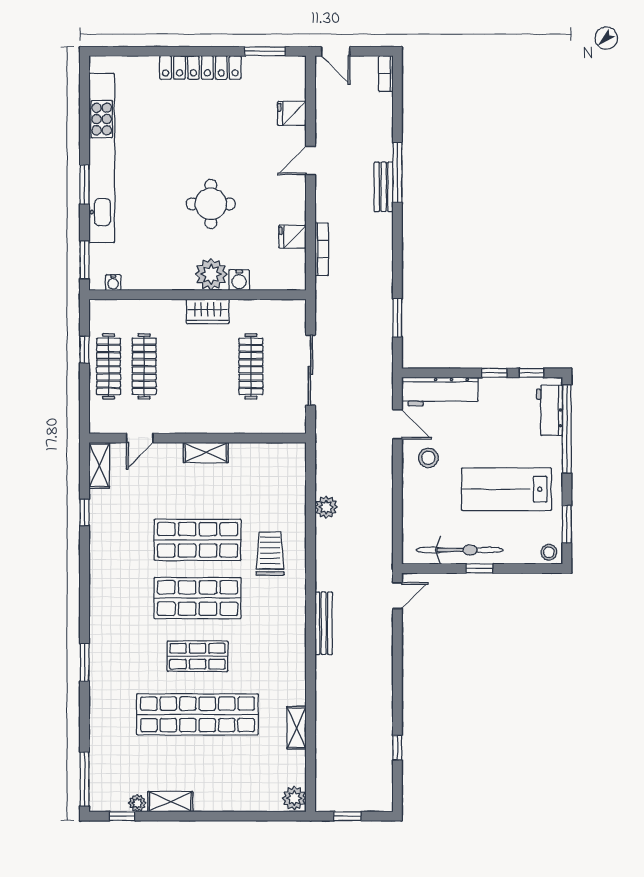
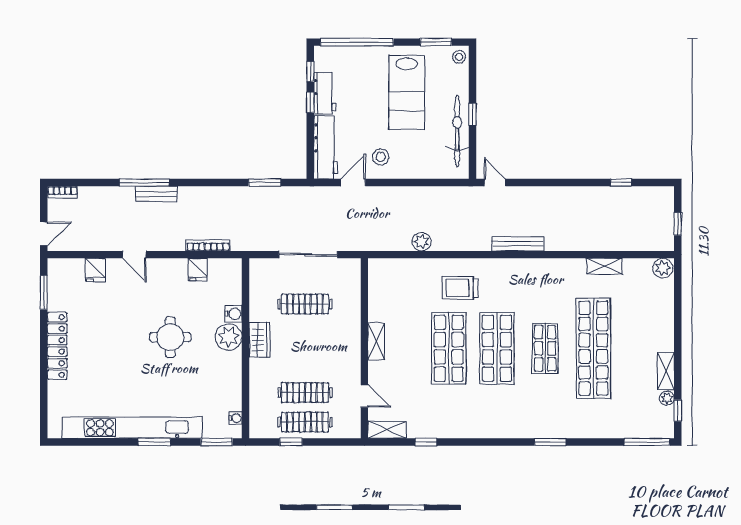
workbench: (550, 410) -> (325, 93), moved, turned -90

